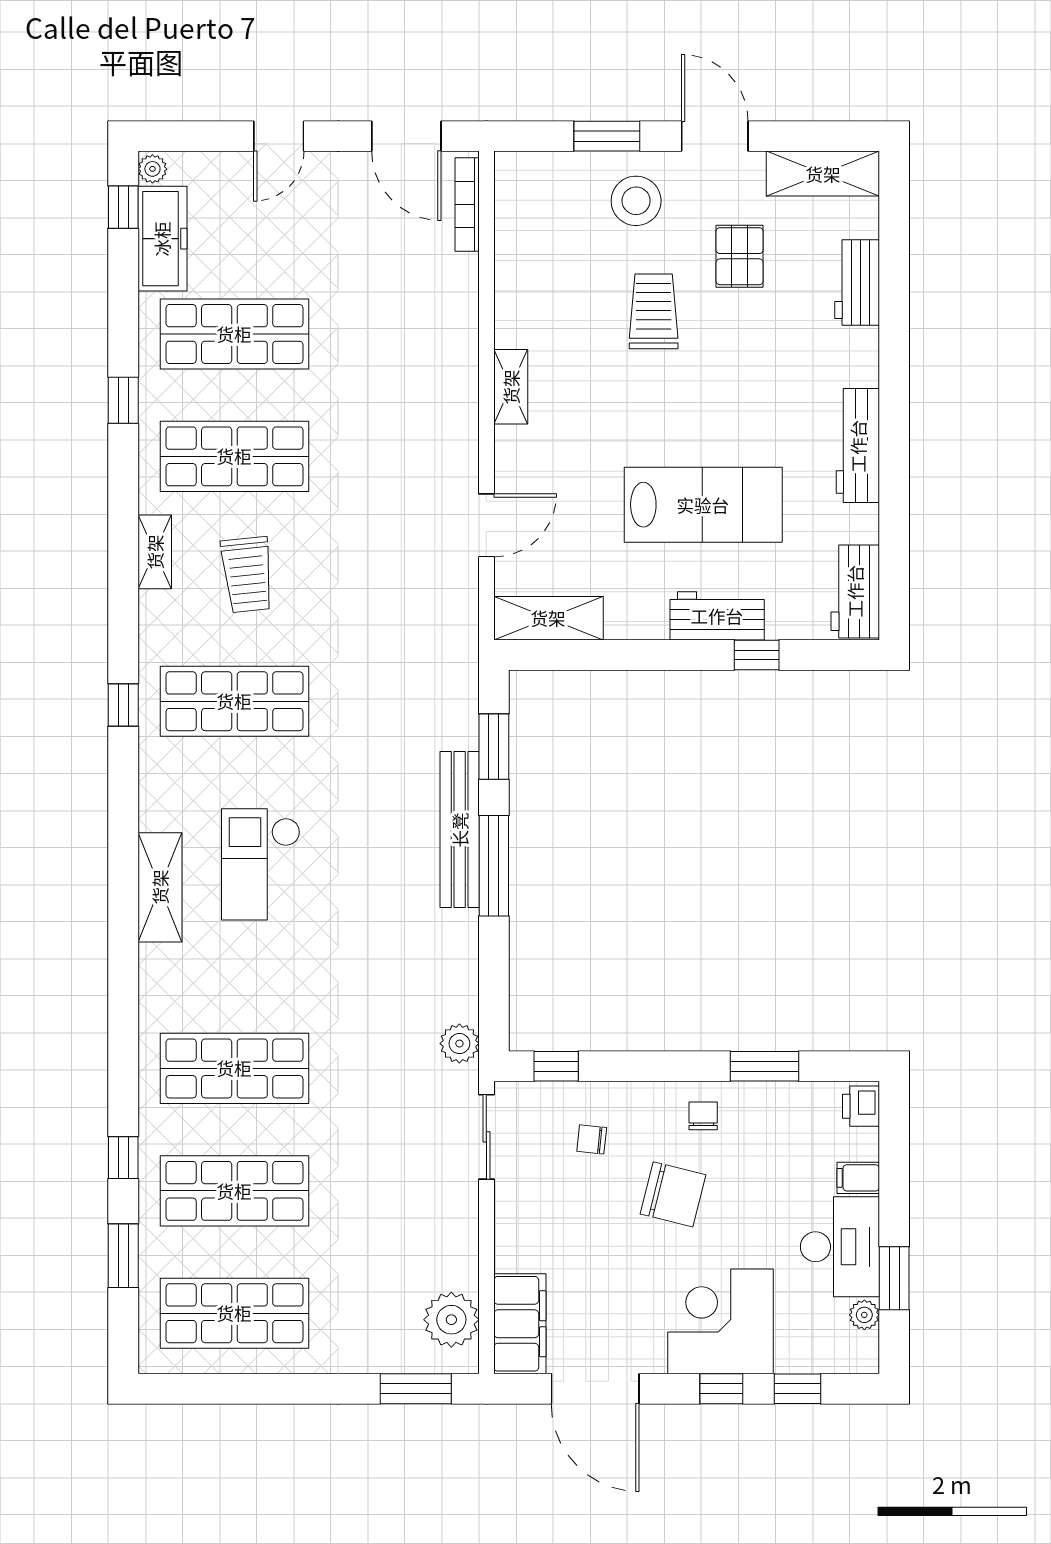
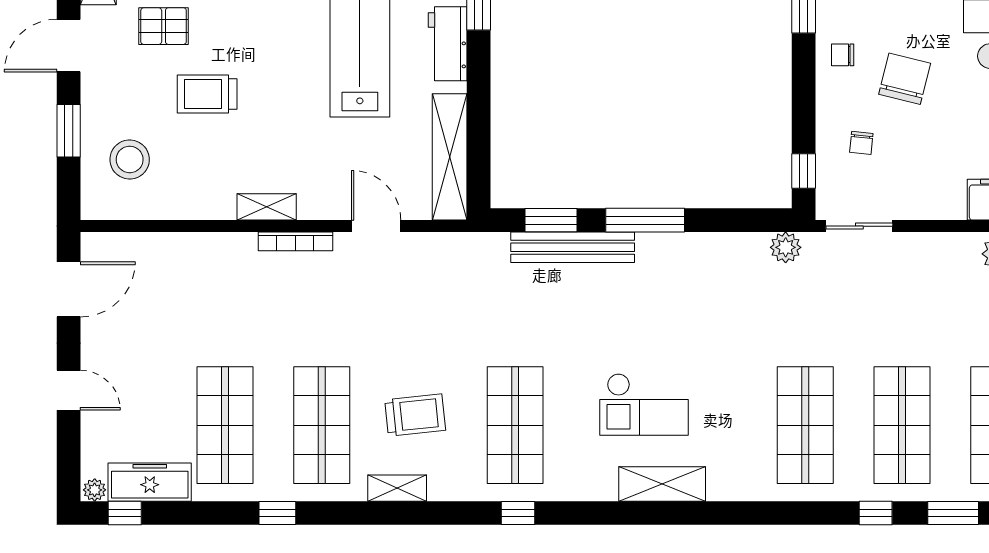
stool: (636, 201) -> (130, 159), moved
bookcase: (467, 204) -> (295, 241), moved
shelving: (548, 618) -> (450, 157), width x1.47
bench: (460, 830) -> (573, 247), moved

